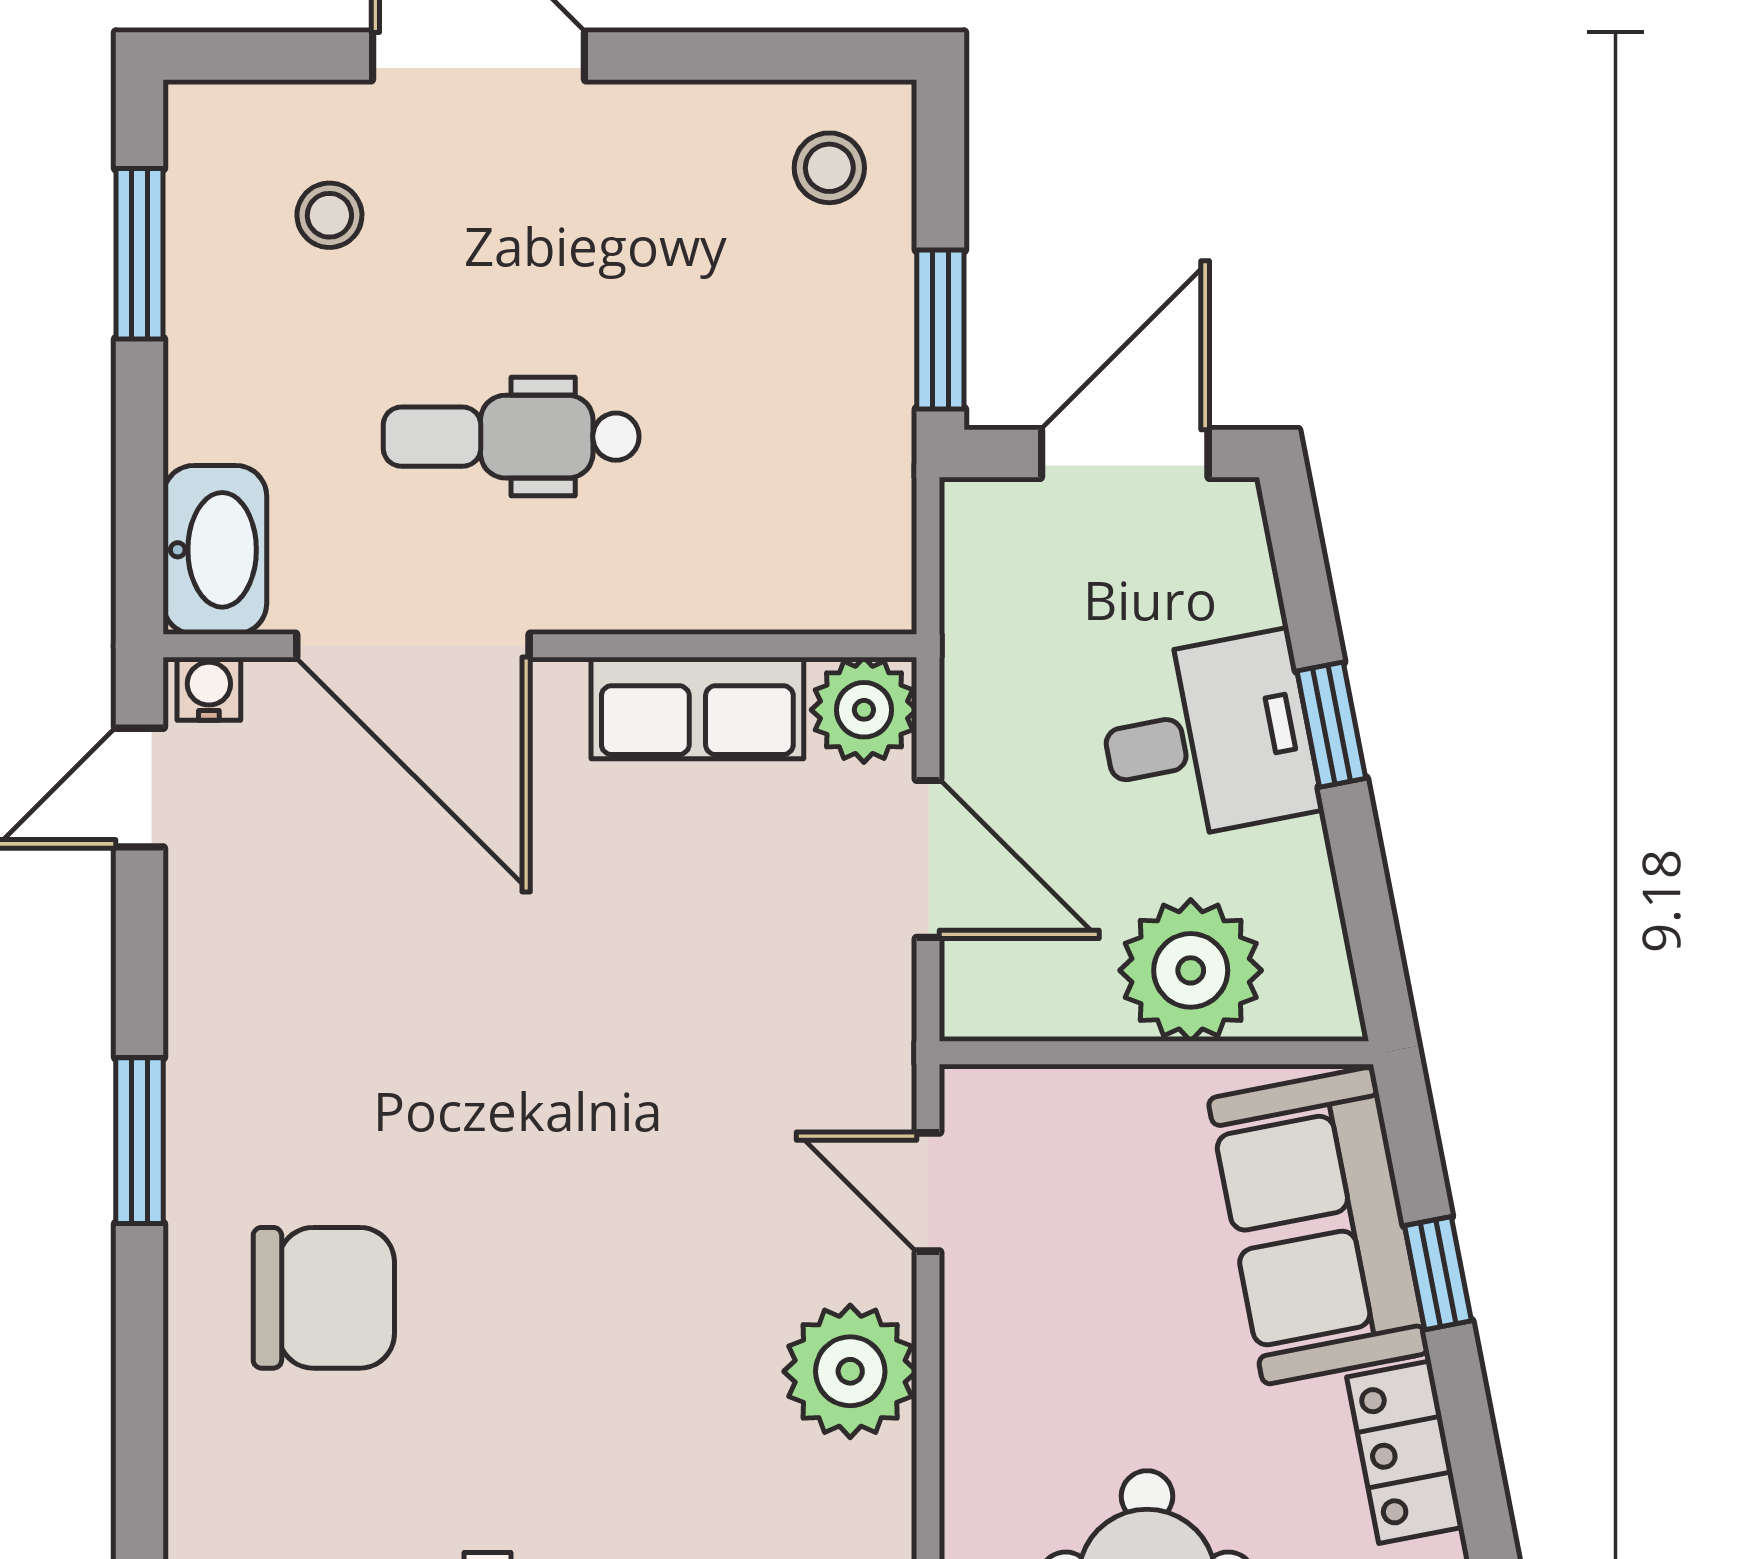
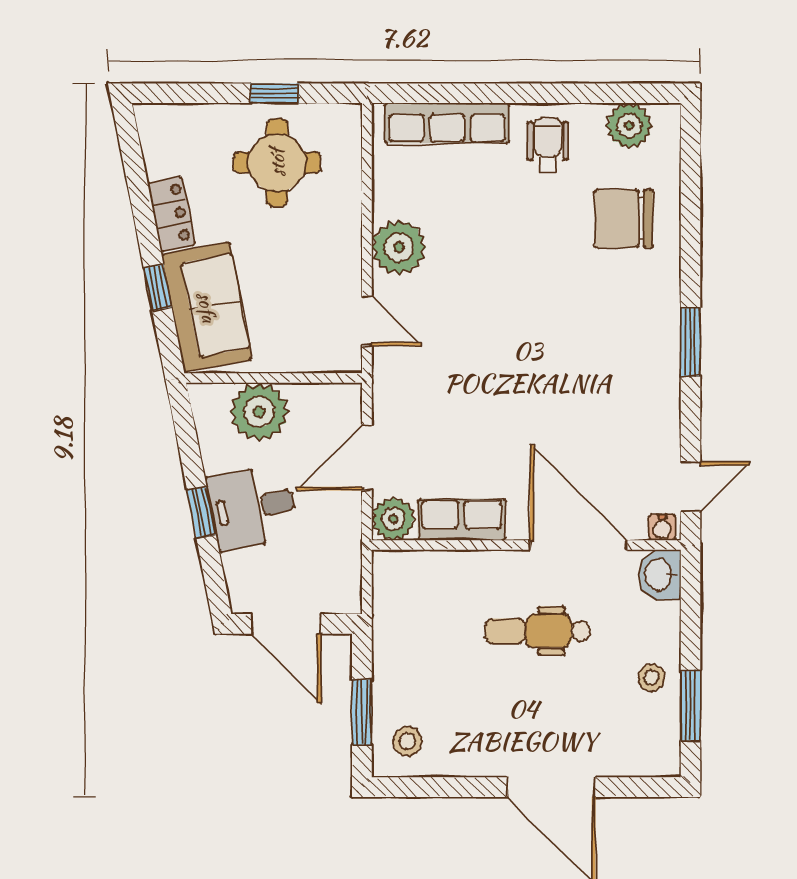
stool: (329, 215) -> (651, 677), moved
window: (940, 329) -> (362, 712), moved
dental chair: (511, 437) -> (538, 631), turned 180
door: (1125, 454) -> (286, 624), hinge flipped
washbasin: (215, 550) -> (660, 575), width x0.72
door: (928, 859) -> (367, 458), hinge flipped
chair: (324, 1298) -> (624, 219), moved

